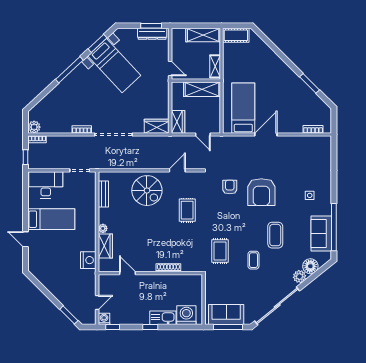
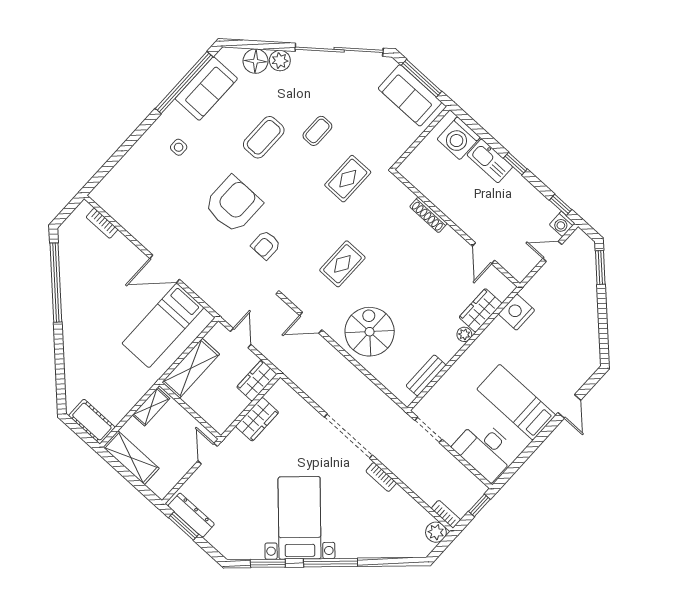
bed with nightstands: (114, 66) -> (300, 518), moved
window: (310, 83) -> (56, 283), width x2.11
shelving: (202, 89) -> (191, 368), moved, turned 90
wardrobe: (157, 126) -> (257, 419), moved, turned -90

